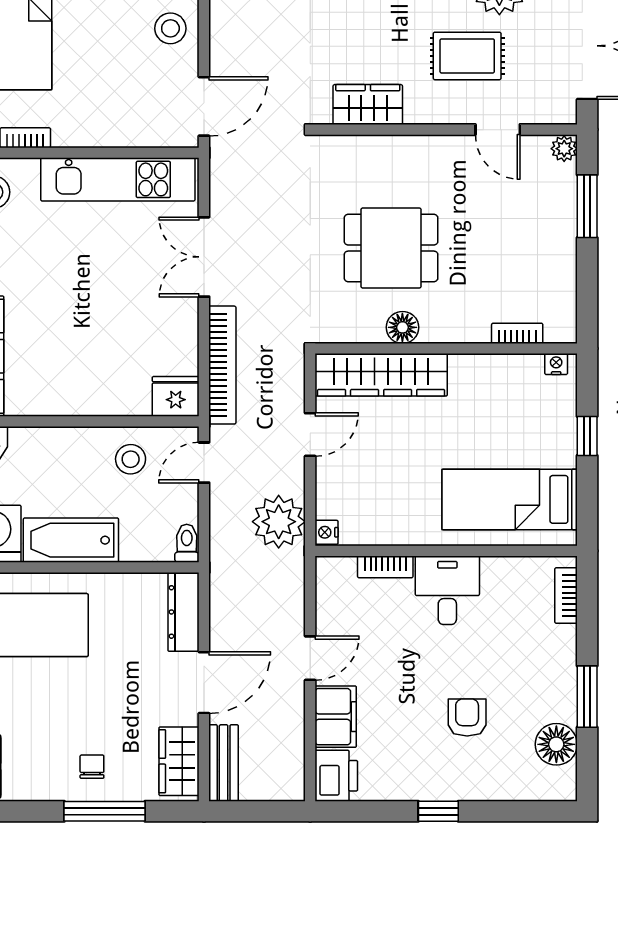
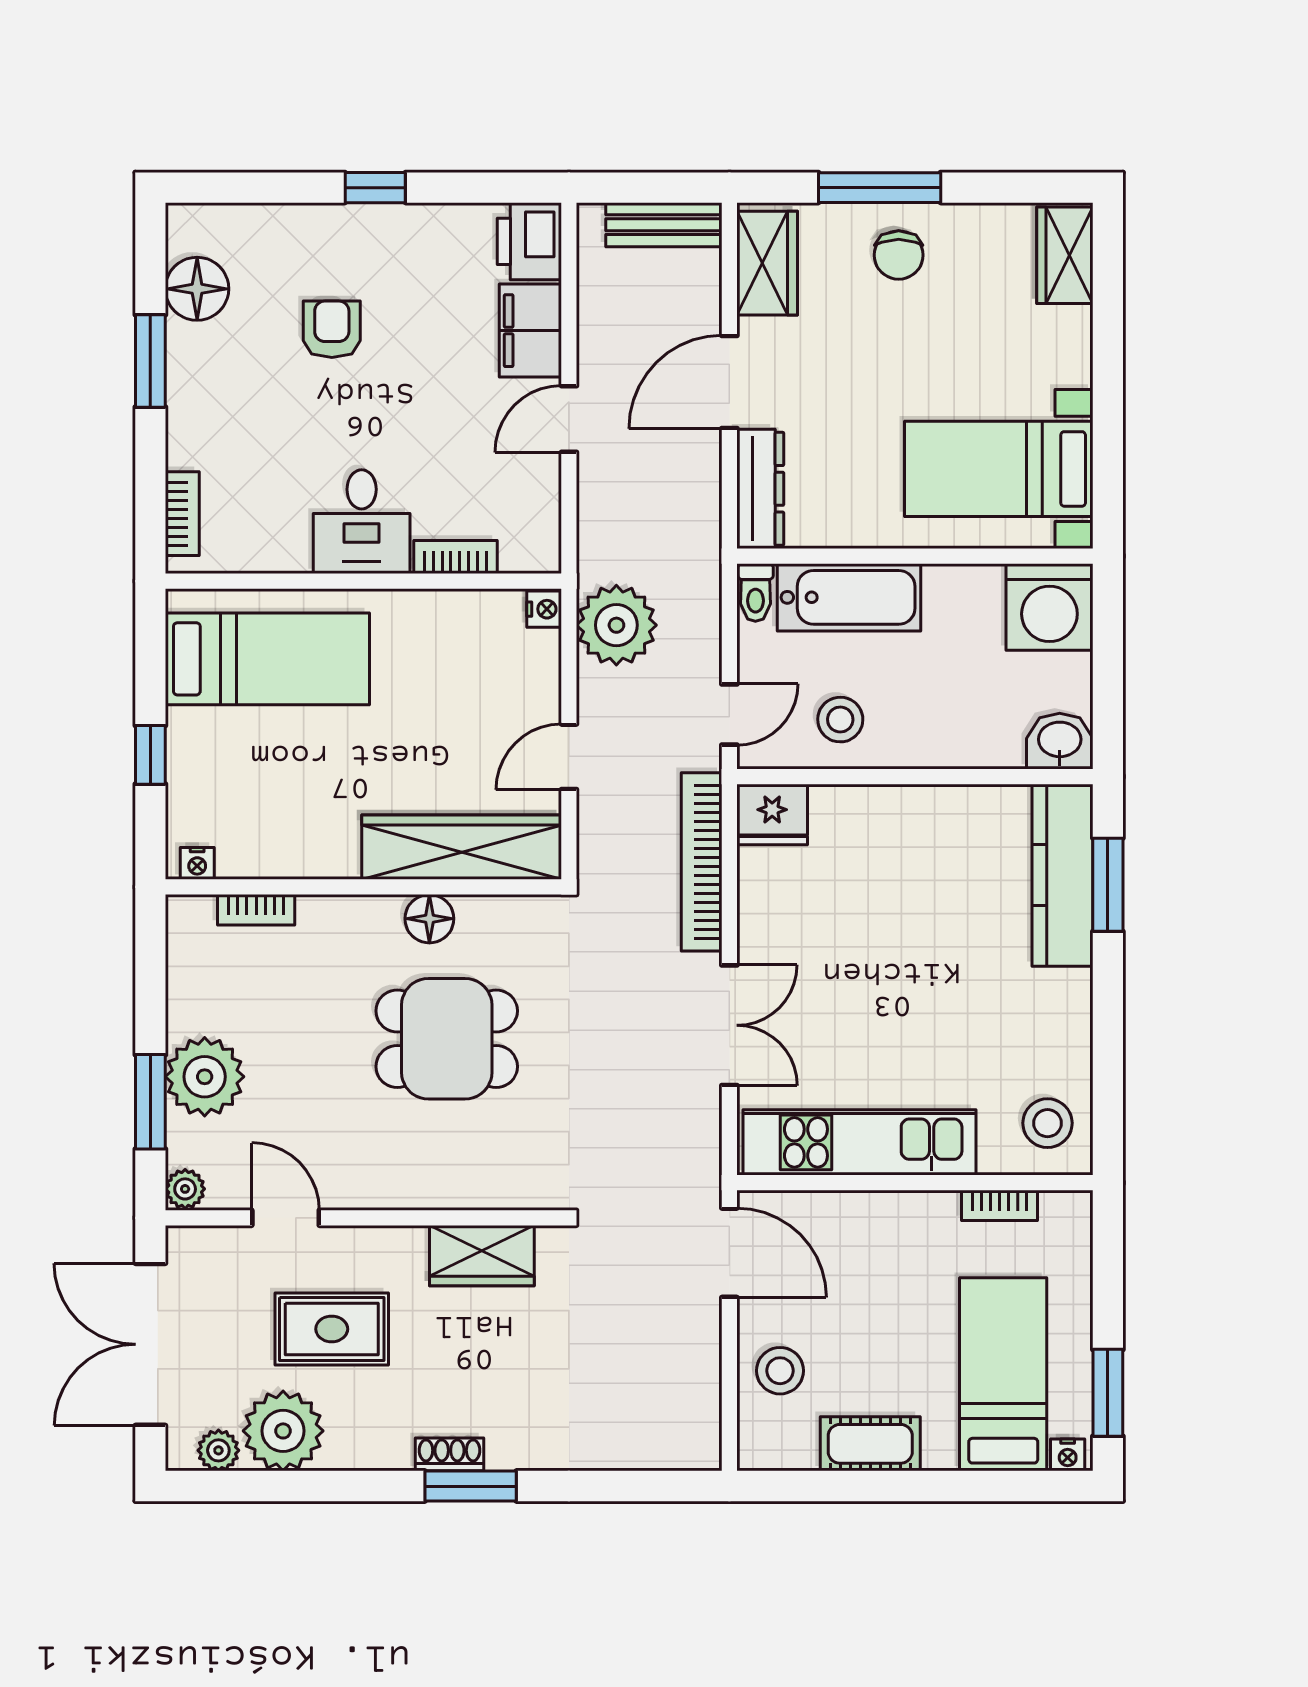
door: (204, 106) -> (729, 1253), swing flipped
plant: (551, 223) -> (205, 1077), added
bathtub: (71, 540) -> (849, 597), moved
armchair: (467, 718) -> (332, 329), turned 180
bench: (224, 763) -> (664, 225), moved, turned 90
chair: (92, 767) -> (899, 255), width x1.37, depth x1.37

